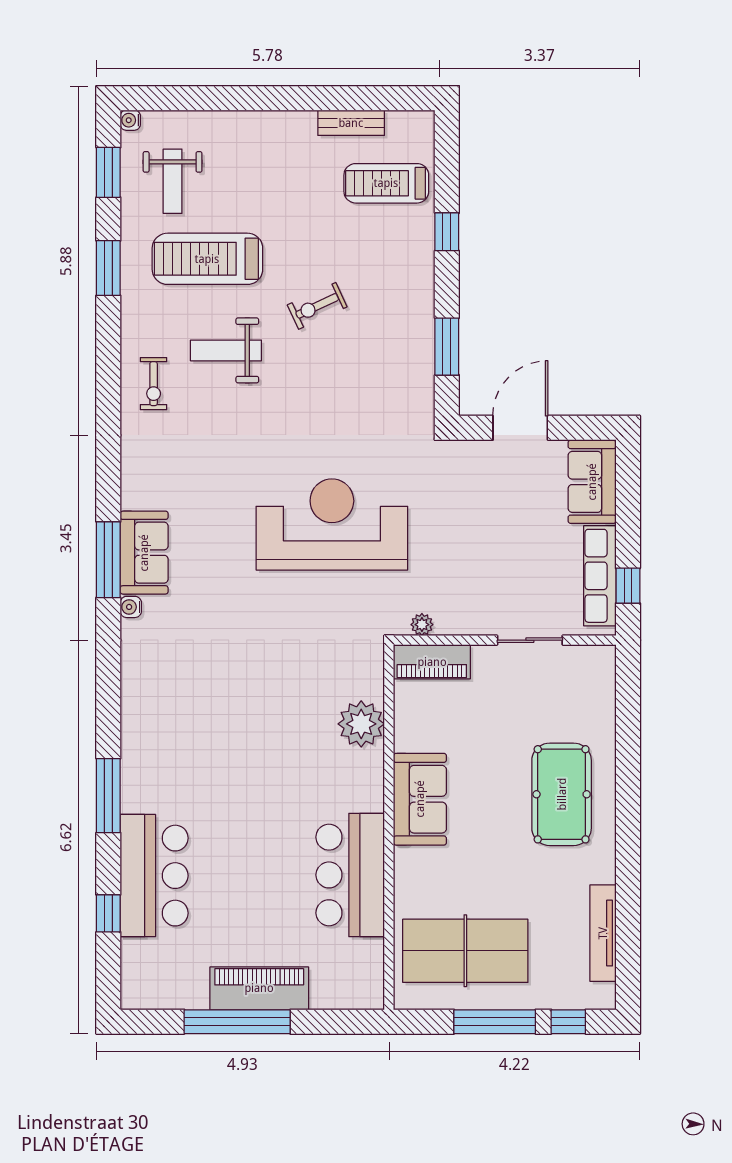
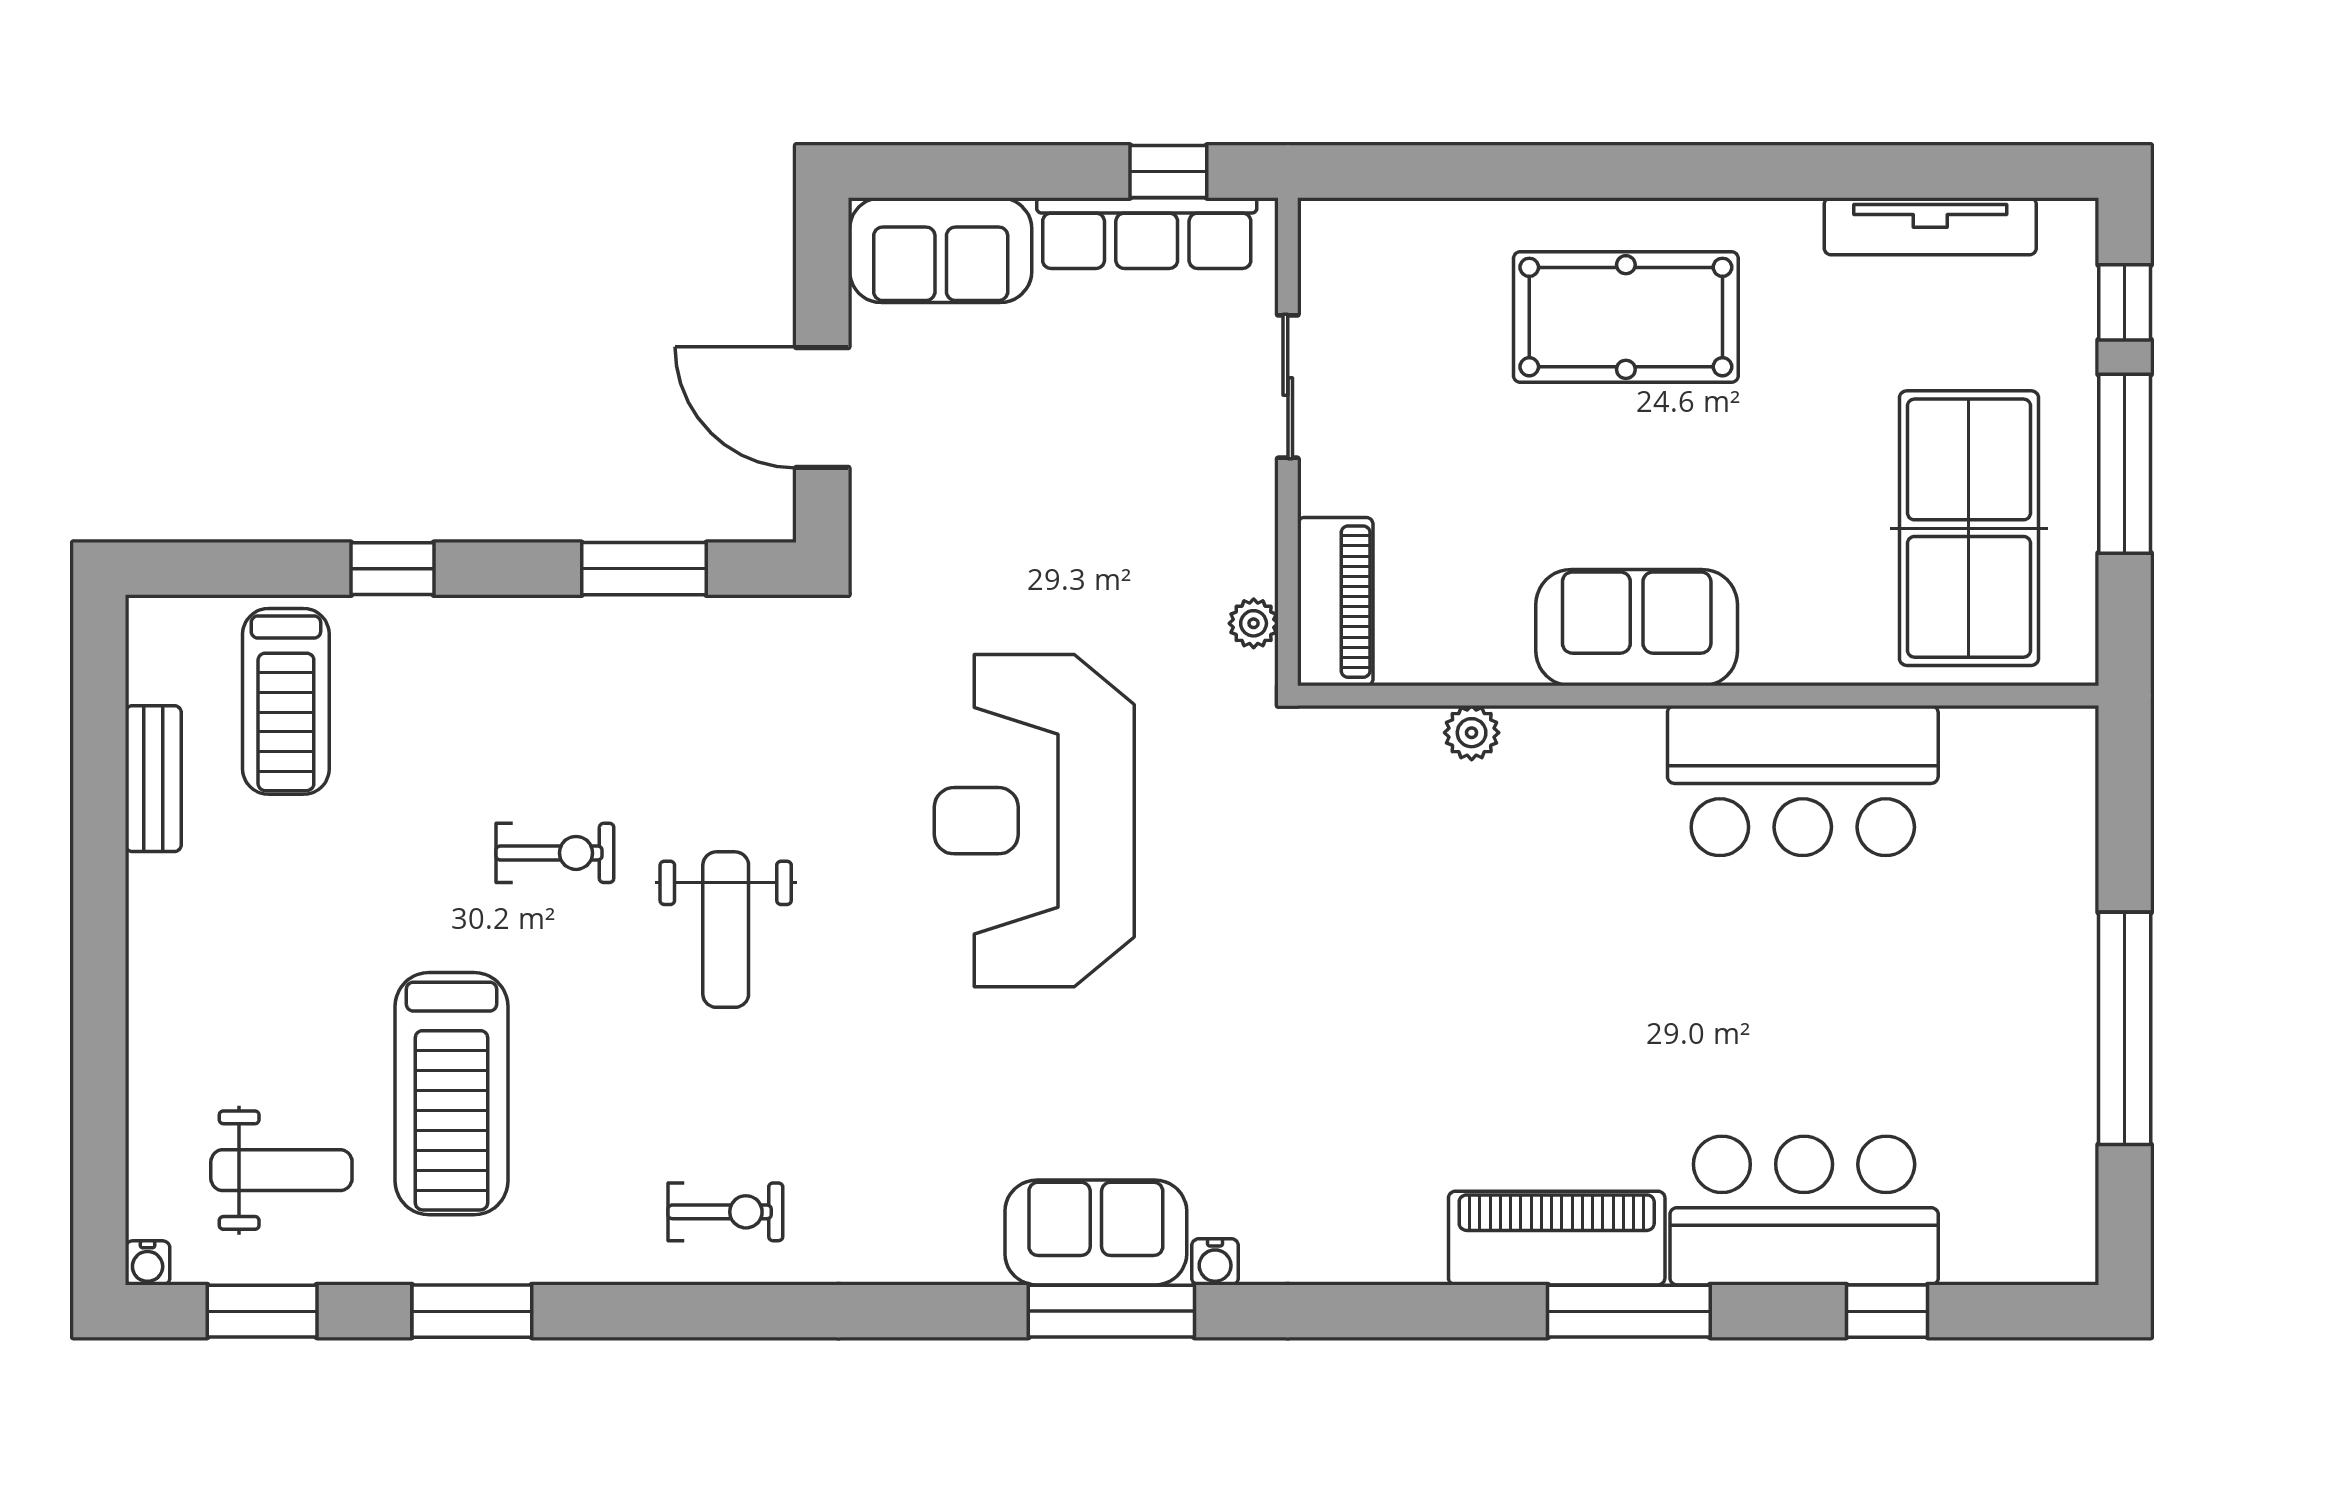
exercise bike: (317, 306) -> (555, 853), turned -65
weight bench: (226, 350) -> (726, 930), moved
plant: (361, 724) -> (1472, 733), width x0.53, depth x0.53
piano: (259, 988) -> (1557, 1238), moved, turned 90

